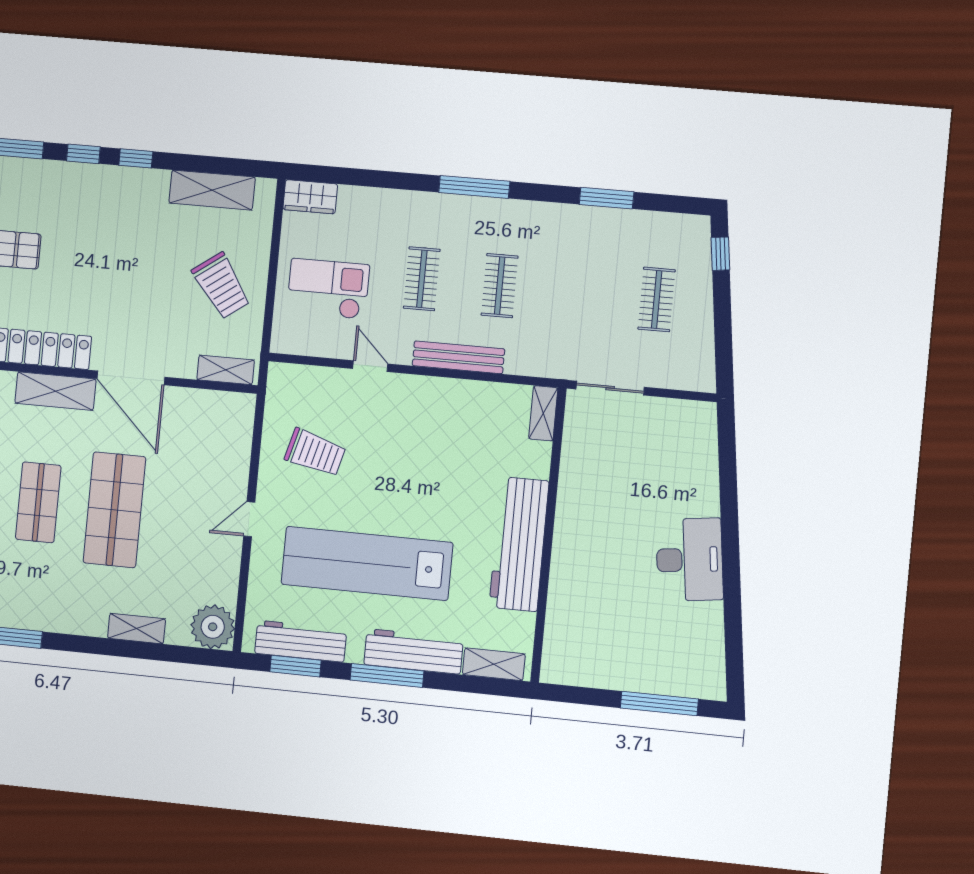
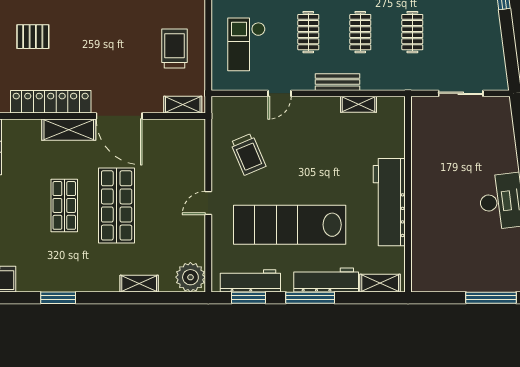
trolley: (221, 286) -> (175, 49), turned -144
checkout: (328, 289) -> (246, 44), turned -90
clothes rail: (657, 299) -> (412, 32), moved
bench: (458, 357) -> (338, 82), width x0.73
door: (370, 366) -> (280, 93), swing flipped
sliding door: (610, 388) -> (461, 93), moved
shelving: (543, 413) -> (359, 104), moved, turned 90
trolley: (315, 453) -> (248, 154), turned 52

